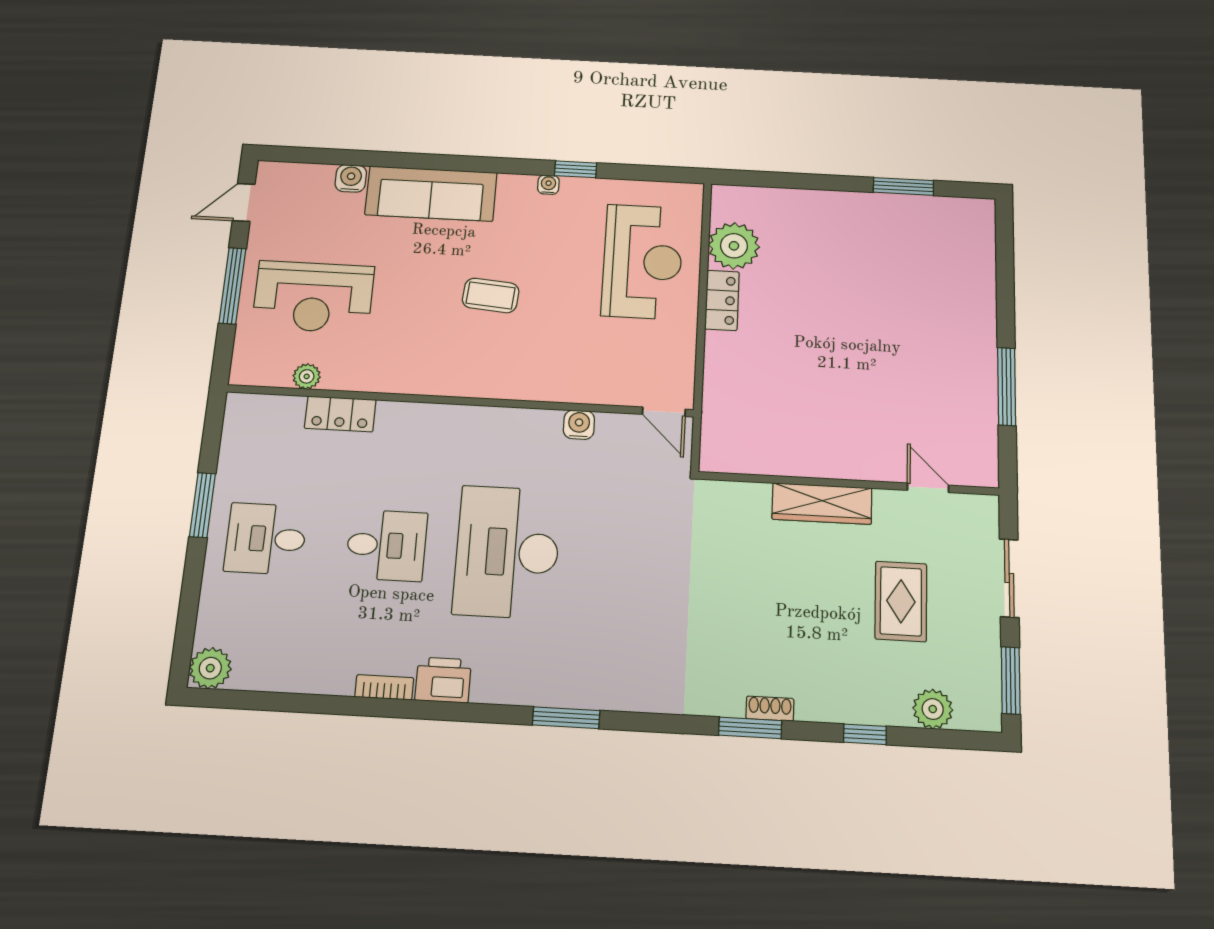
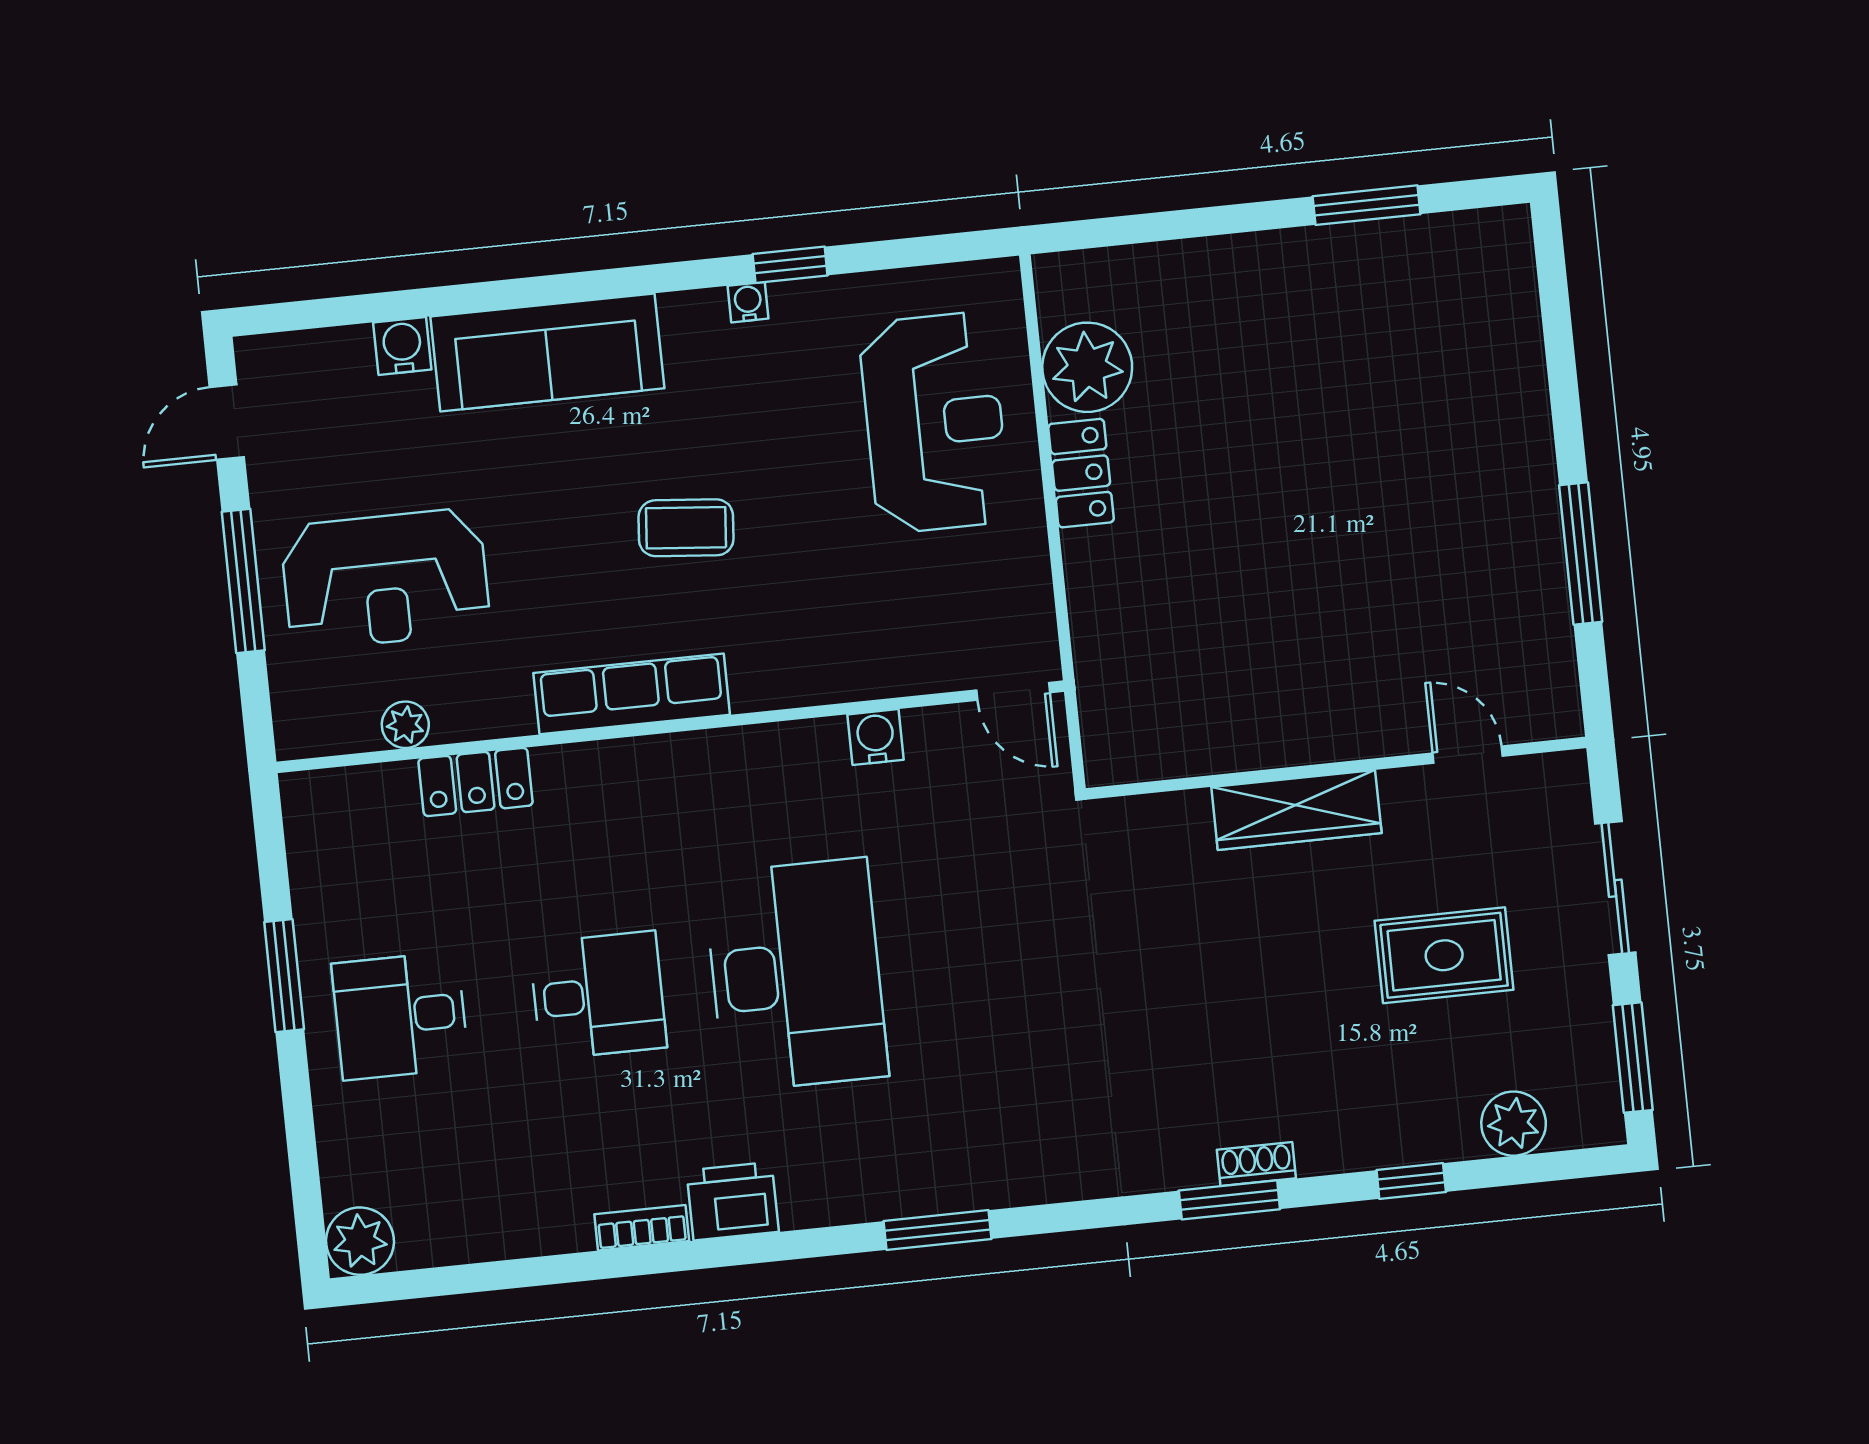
row of seats: (441, 379) -> (632, 694), added
desk: (507, 552) -> (796, 975), turned 180
rug: (901, 601) -> (1444, 955), turned 90

